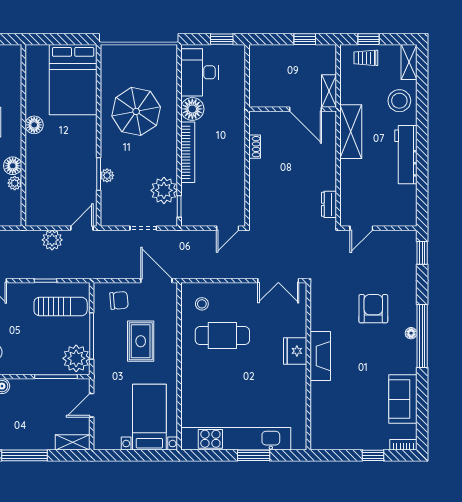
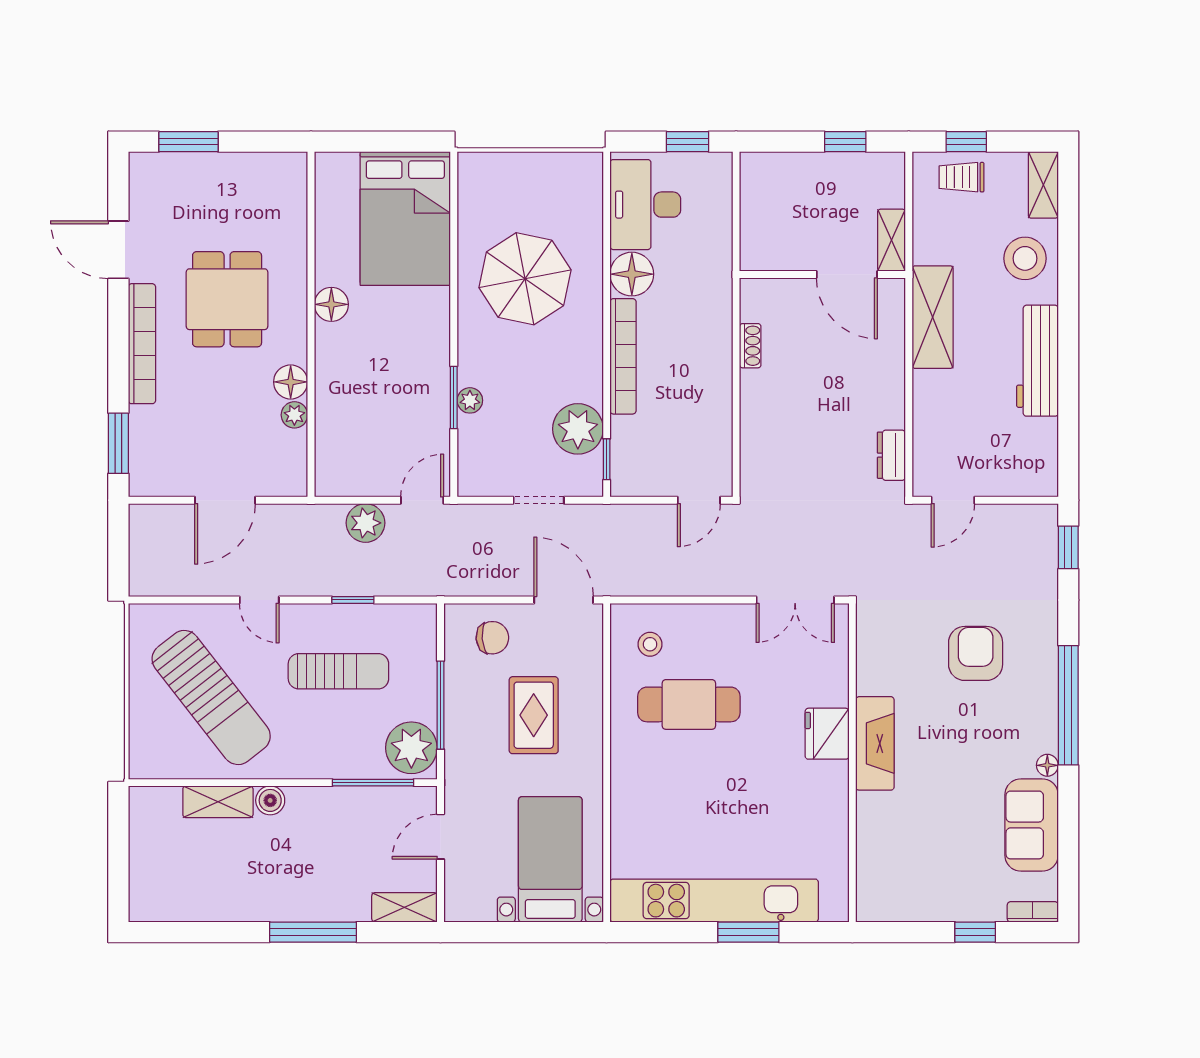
sun lounger: (61, 306) -> (338, 671), moved
floor lamp: (411, 333) -> (1047, 765), moved

